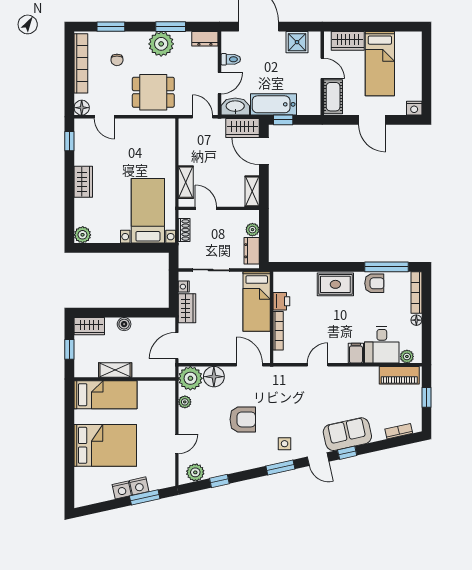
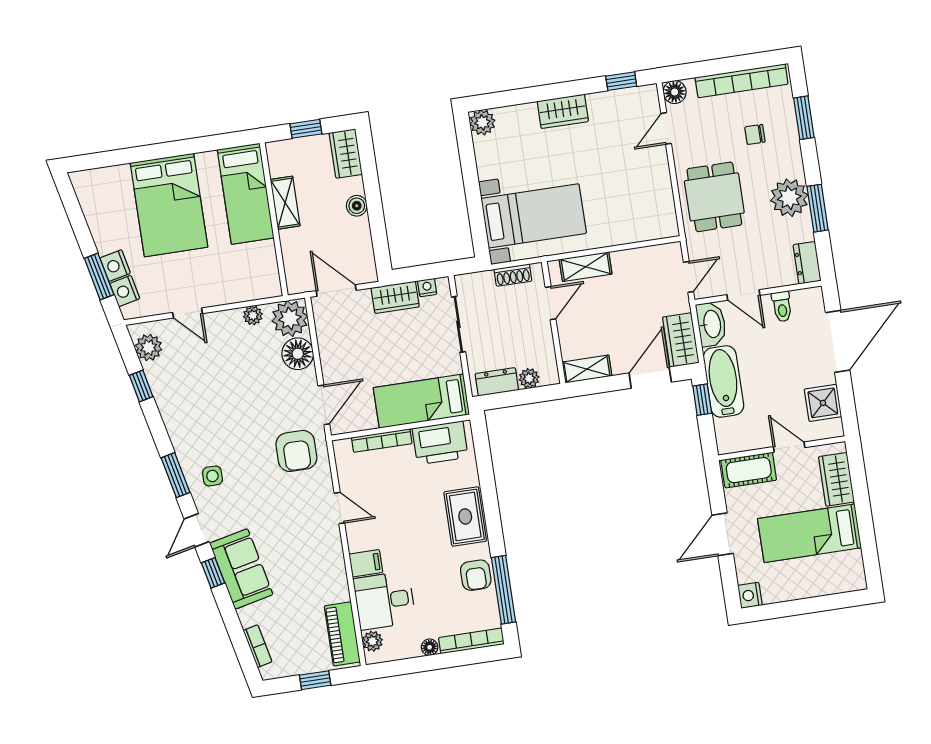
door: (322, 68) -> (789, 447), swing flipped
printer: (281, 301) -> (440, 443), width x1.87, depth x1.48
armchair: (243, 419) -> (296, 451), moved
nightstand: (122, 490) -> (125, 291), moved

